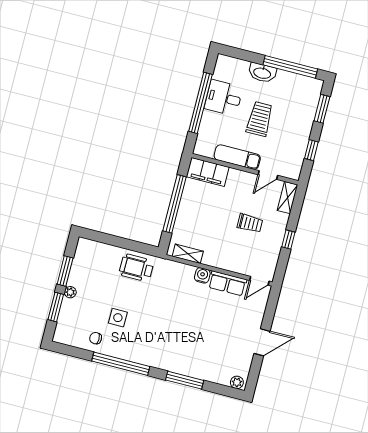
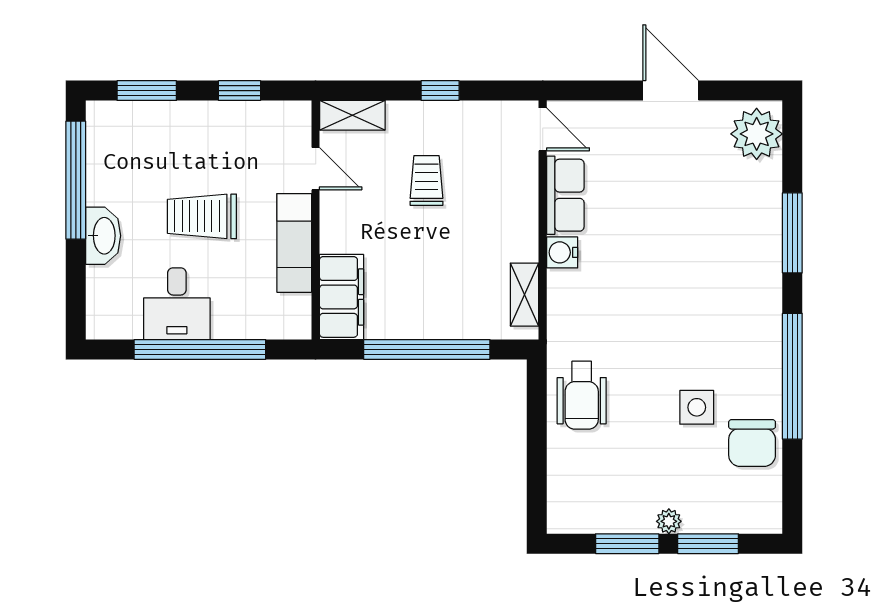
chair: (96, 338) -> (752, 443), width x1.87, depth x1.87
plant: (237, 382) -> (757, 134), width x1.88, depth x1.88

